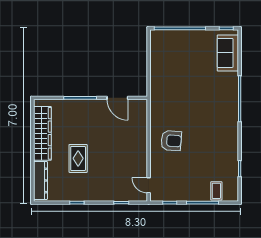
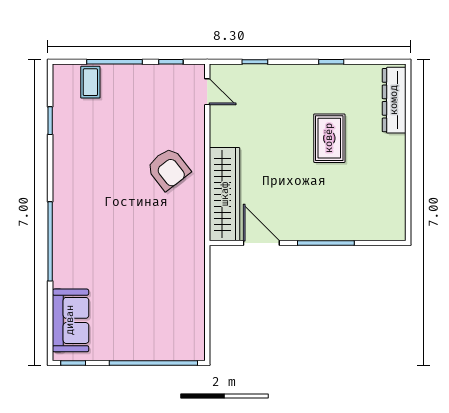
wardrobe: (42, 133) -> (225, 194), moved, turned 180
armchair: (171, 141) -> (168, 169), turned -132

